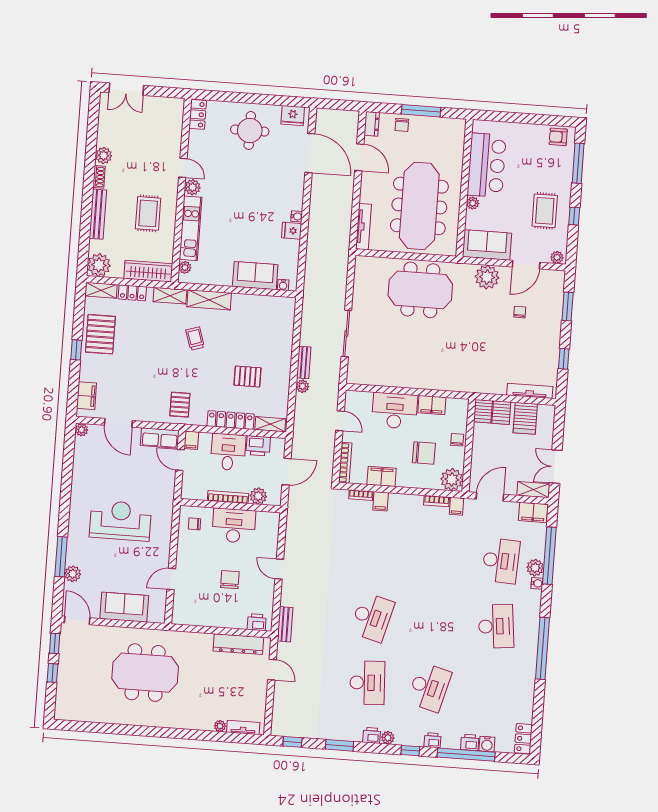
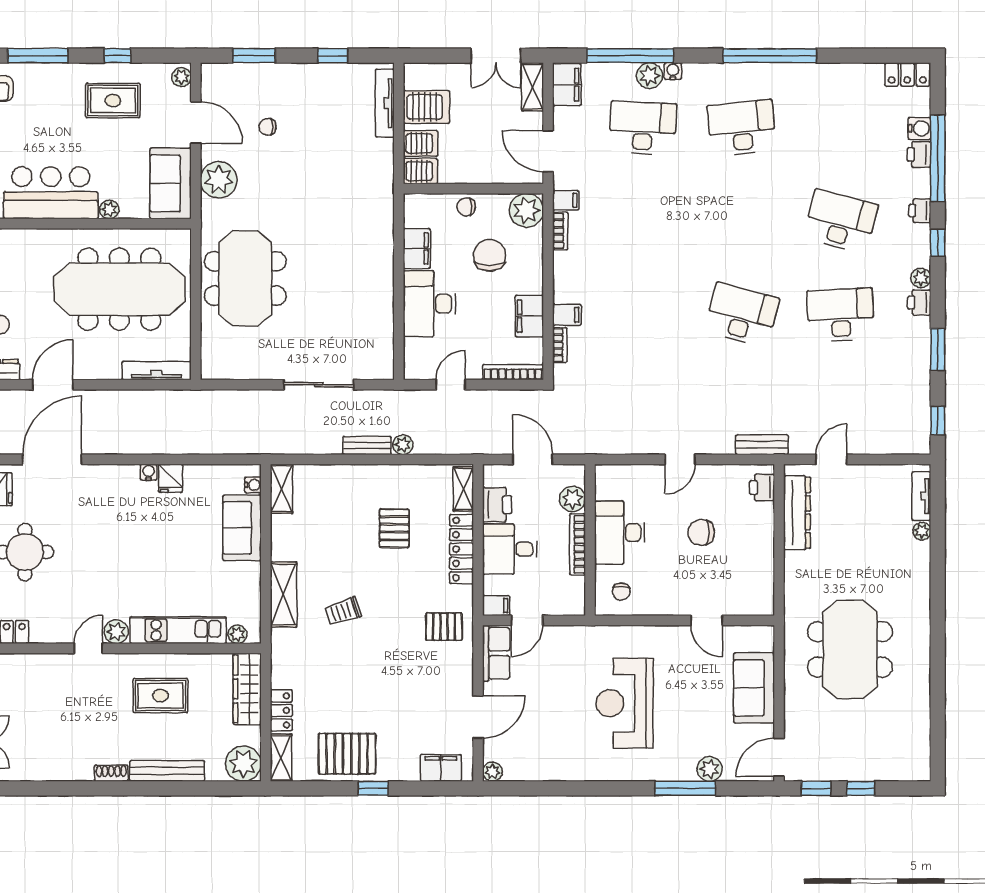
plant: (104, 155) -> (78, 769), removed
shelving: (170, 296) -> (281, 489), moved

